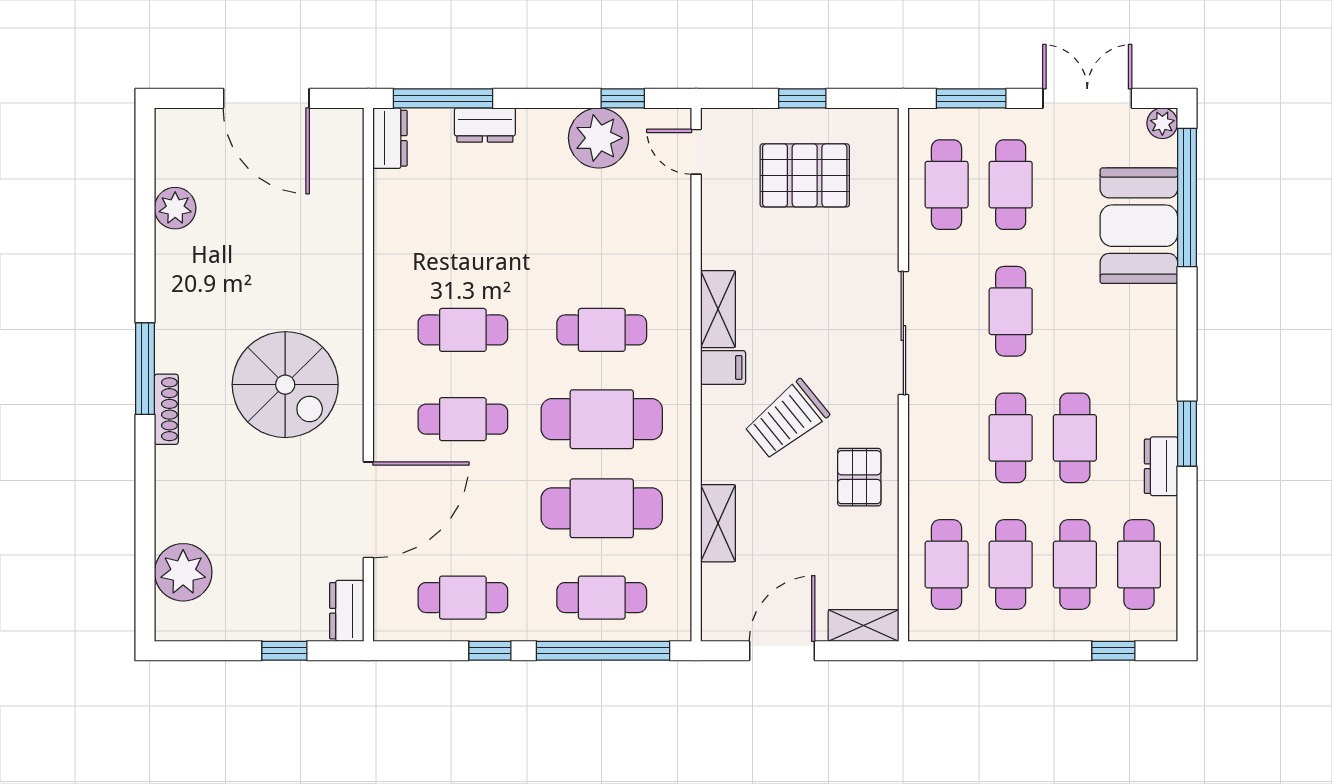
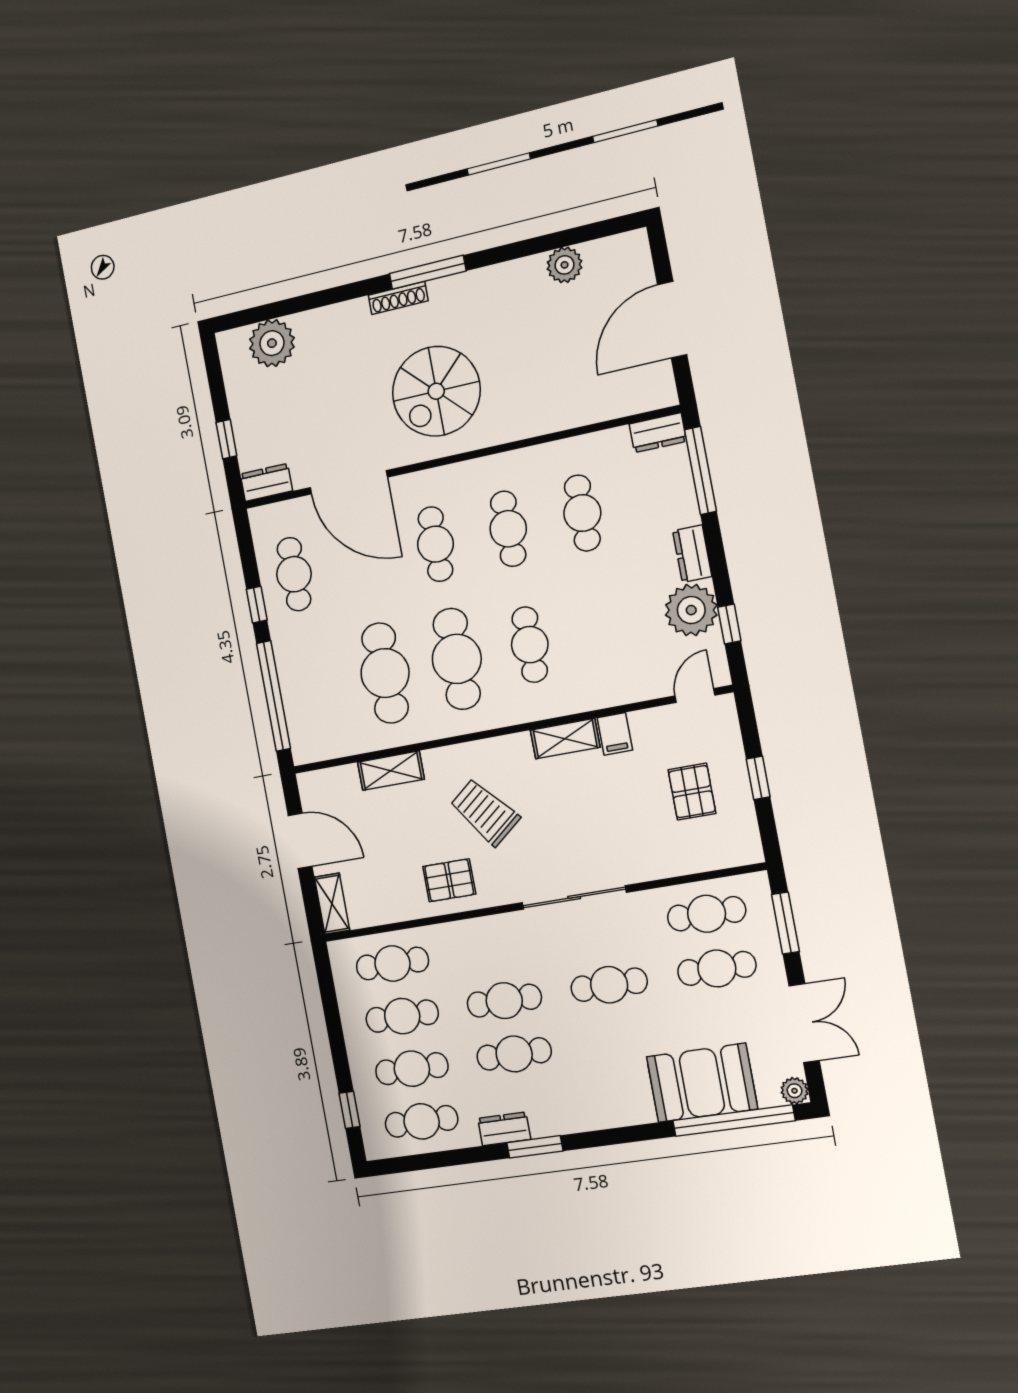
dresser: (485, 125) -> (692, 554), moved
pallet: (805, 175) -> (692, 792), width x0.67, depth x0.71
filing cabinet: (723, 367) -> (615, 734), moved
cafe table: (602, 598) -> (582, 513), moved

